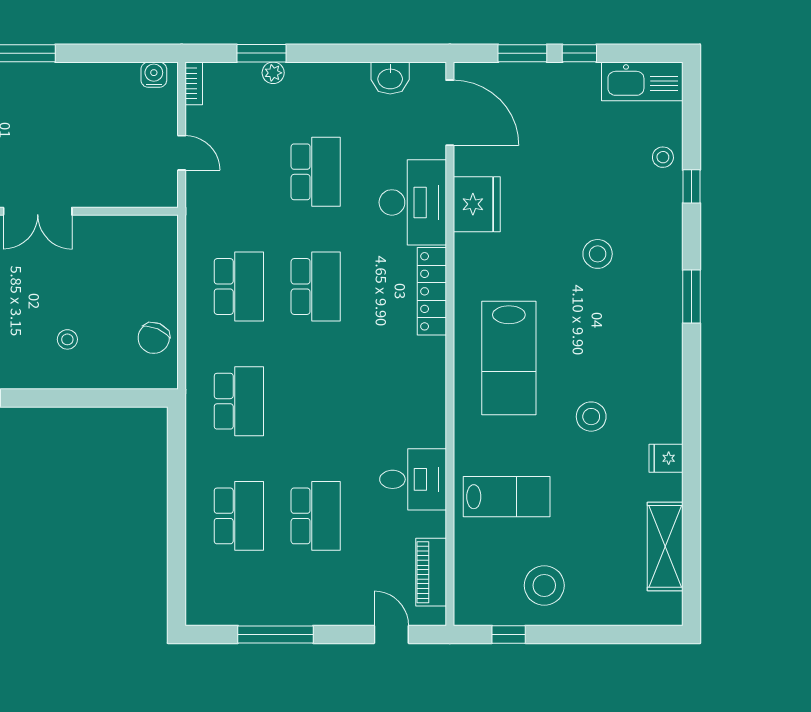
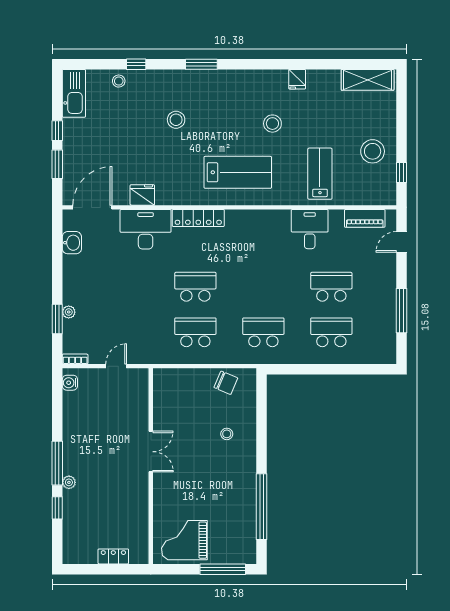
school desk: (316, 172) -> (127, 287), removed
fridge: (477, 204) -> (142, 195), width x0.73, depth x0.75
shelving: (665, 546) -> (368, 80), moved

